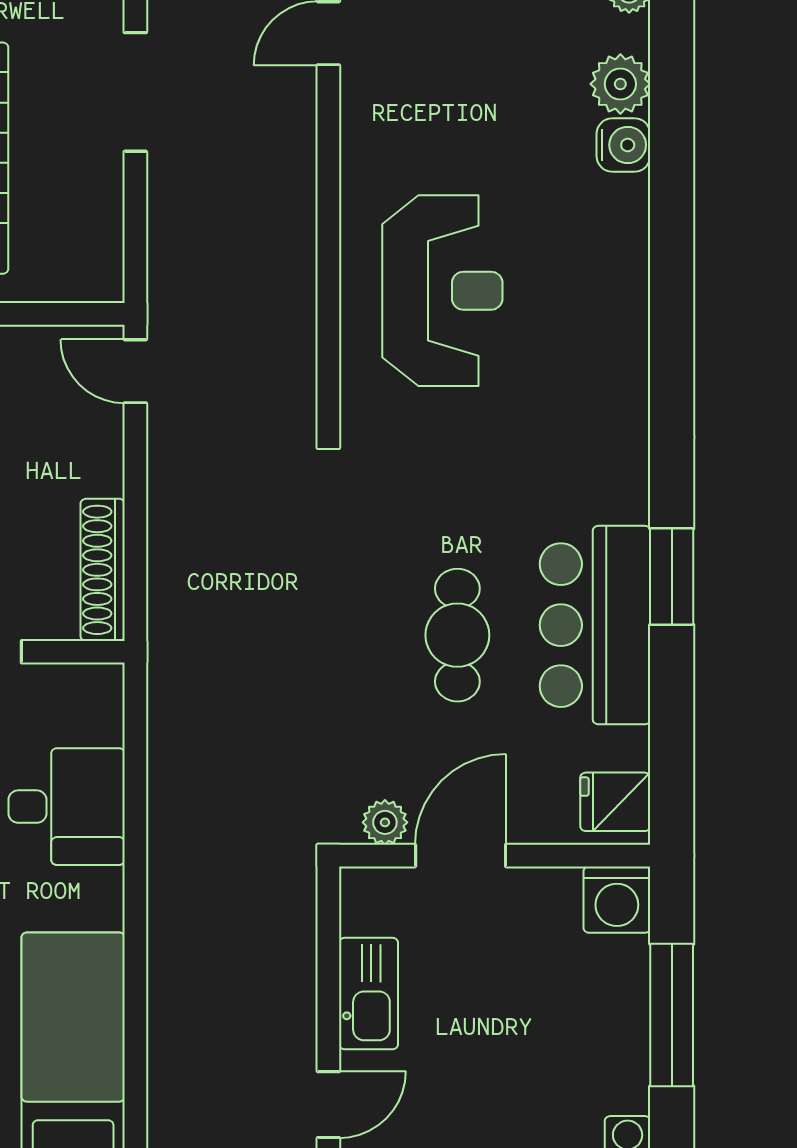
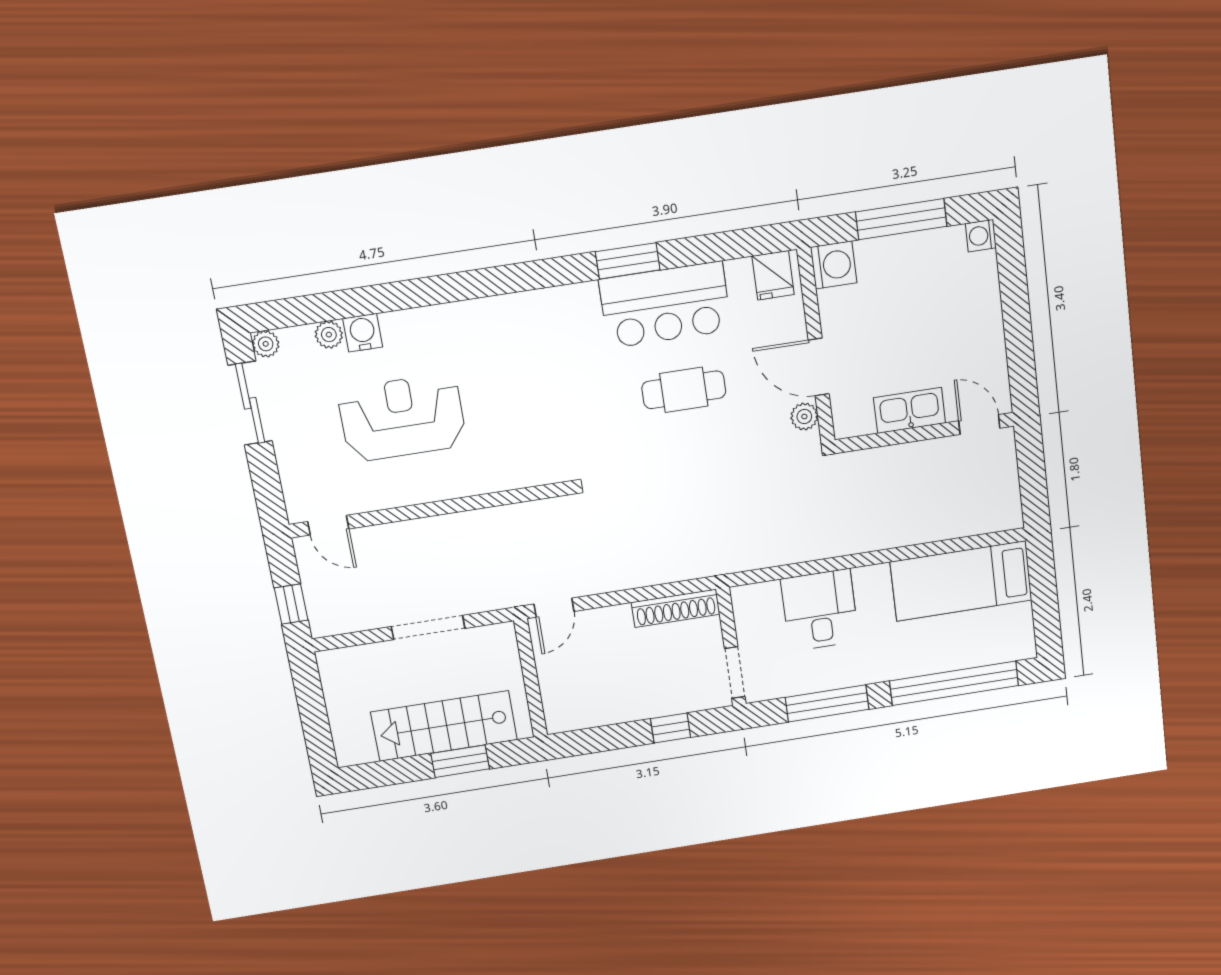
plant: (620, 84) -> (329, 335), width x0.73, depth x0.73
doorway: (135, 92) -> (428, 627), moved
reception desk: (442, 291) -> (402, 418), moved

